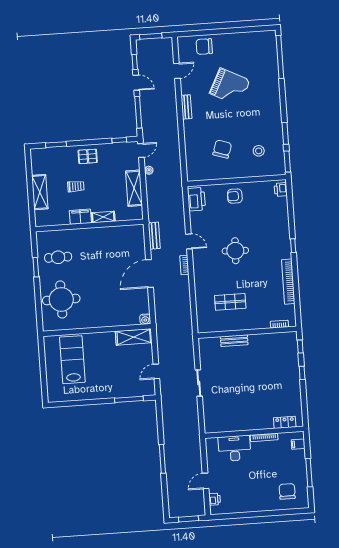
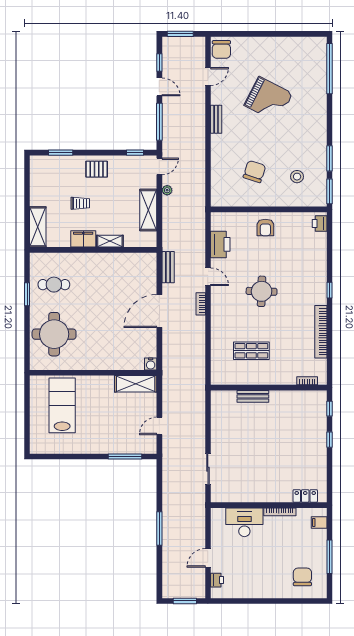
chair: (204, 47) -> (221, 49), moved, turned -90
shelving: (40, 192) -> (38, 227), moved
armchair: (235, 196) -> (265, 227), turned -90
printer: (196, 199) -> (220, 244), moved
sliding door: (199, 383) -> (208, 469), moved

